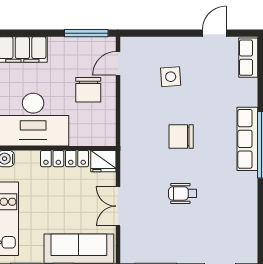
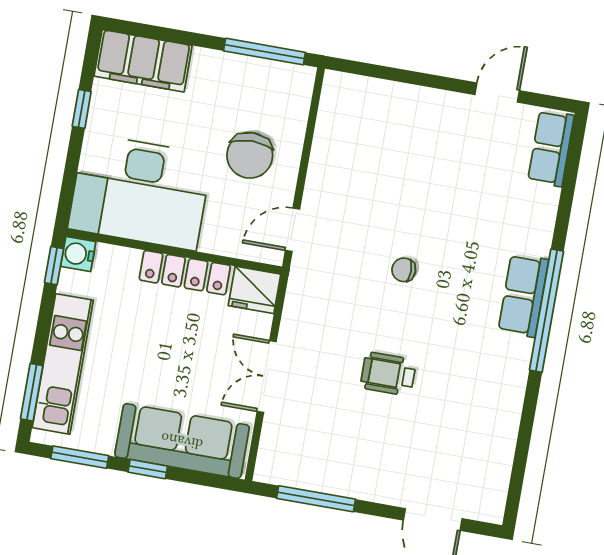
door: (118, 63) -> (293, 230), moved
side table: (171, 77) -> (404, 158), removed
chair: (181, 136) -> (404, 270), width x0.54, depth x0.54
row of seats: (247, 139) -> (523, 295), width x0.68

